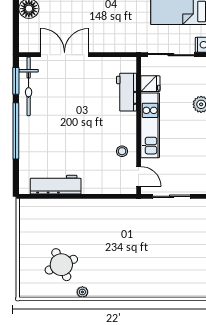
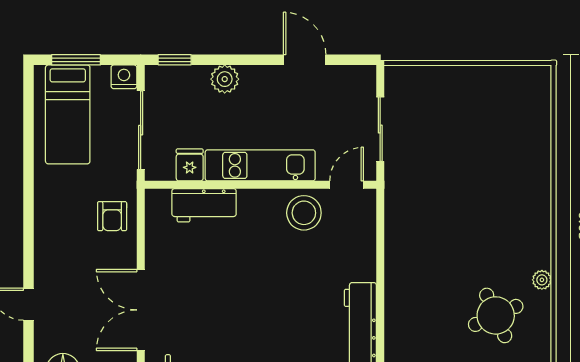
armchair: (120, 38) -> (112, 216), added
stool: (122, 151) -> (304, 213), width x1.89, depth x1.89

